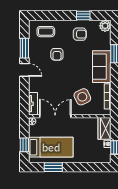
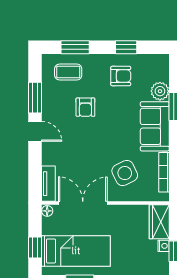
window: (50, 16) -> (75, 47), added
plant: (105, 26) -> (160, 91), moved

